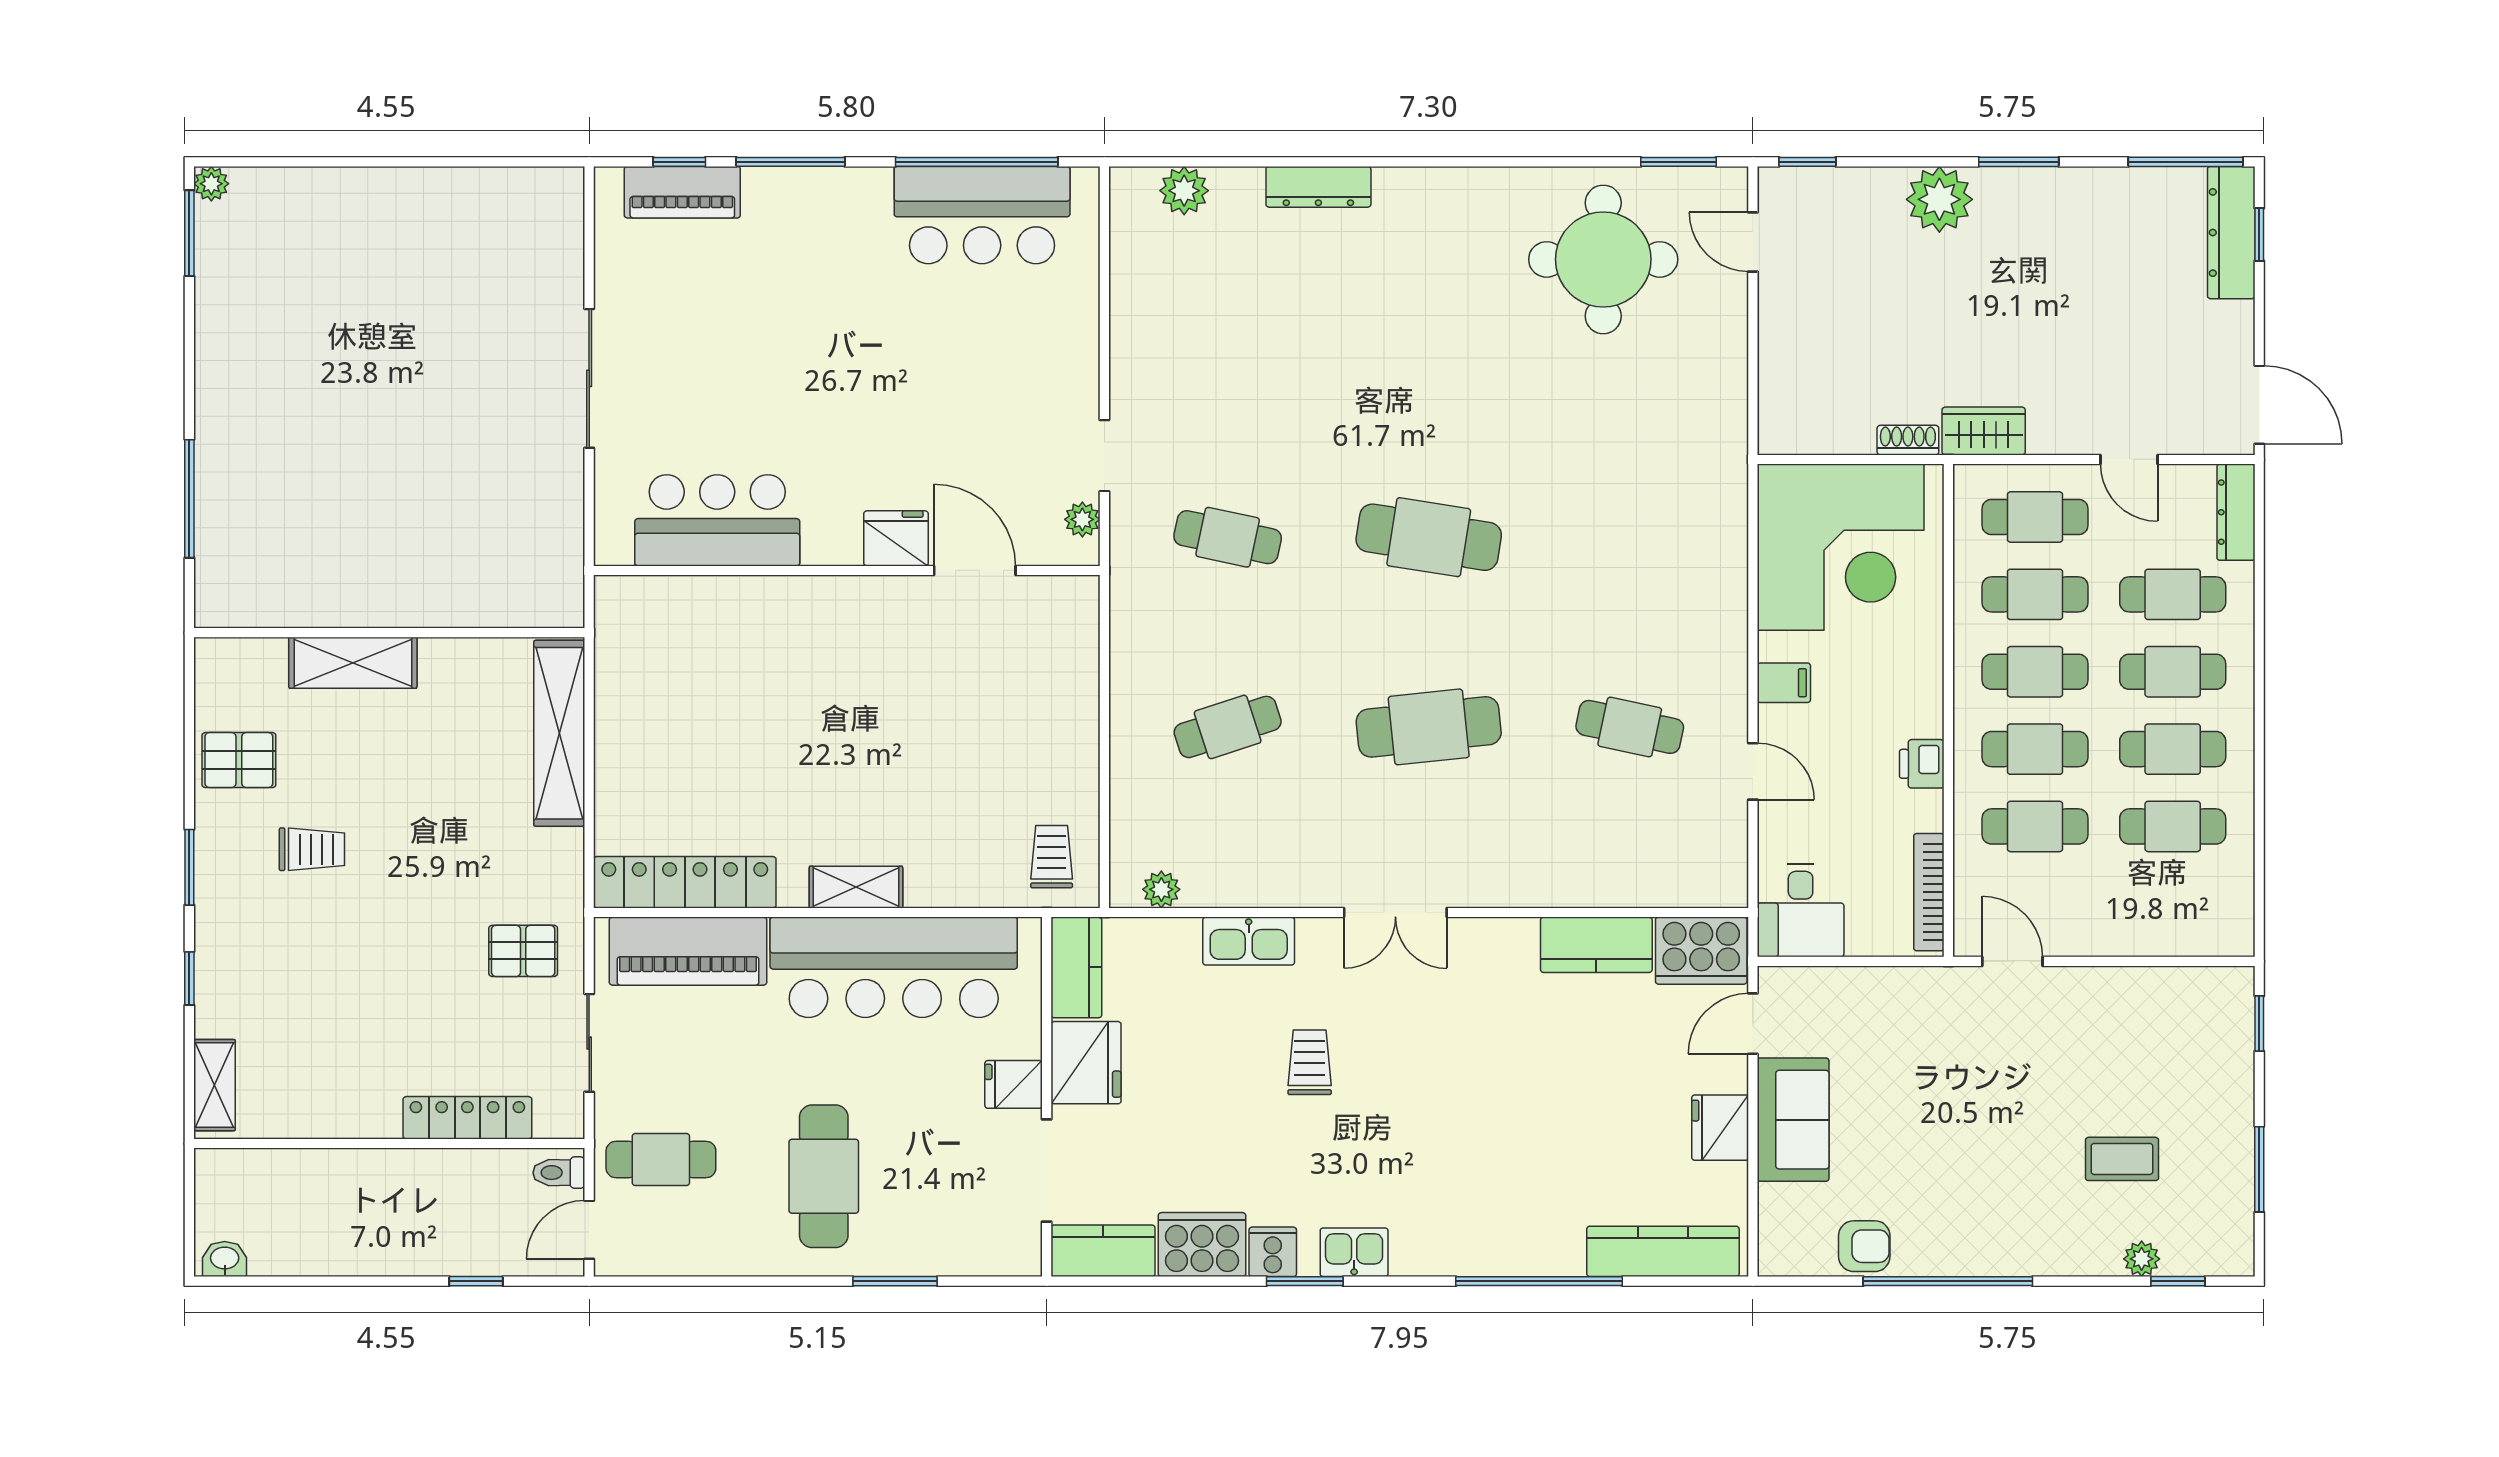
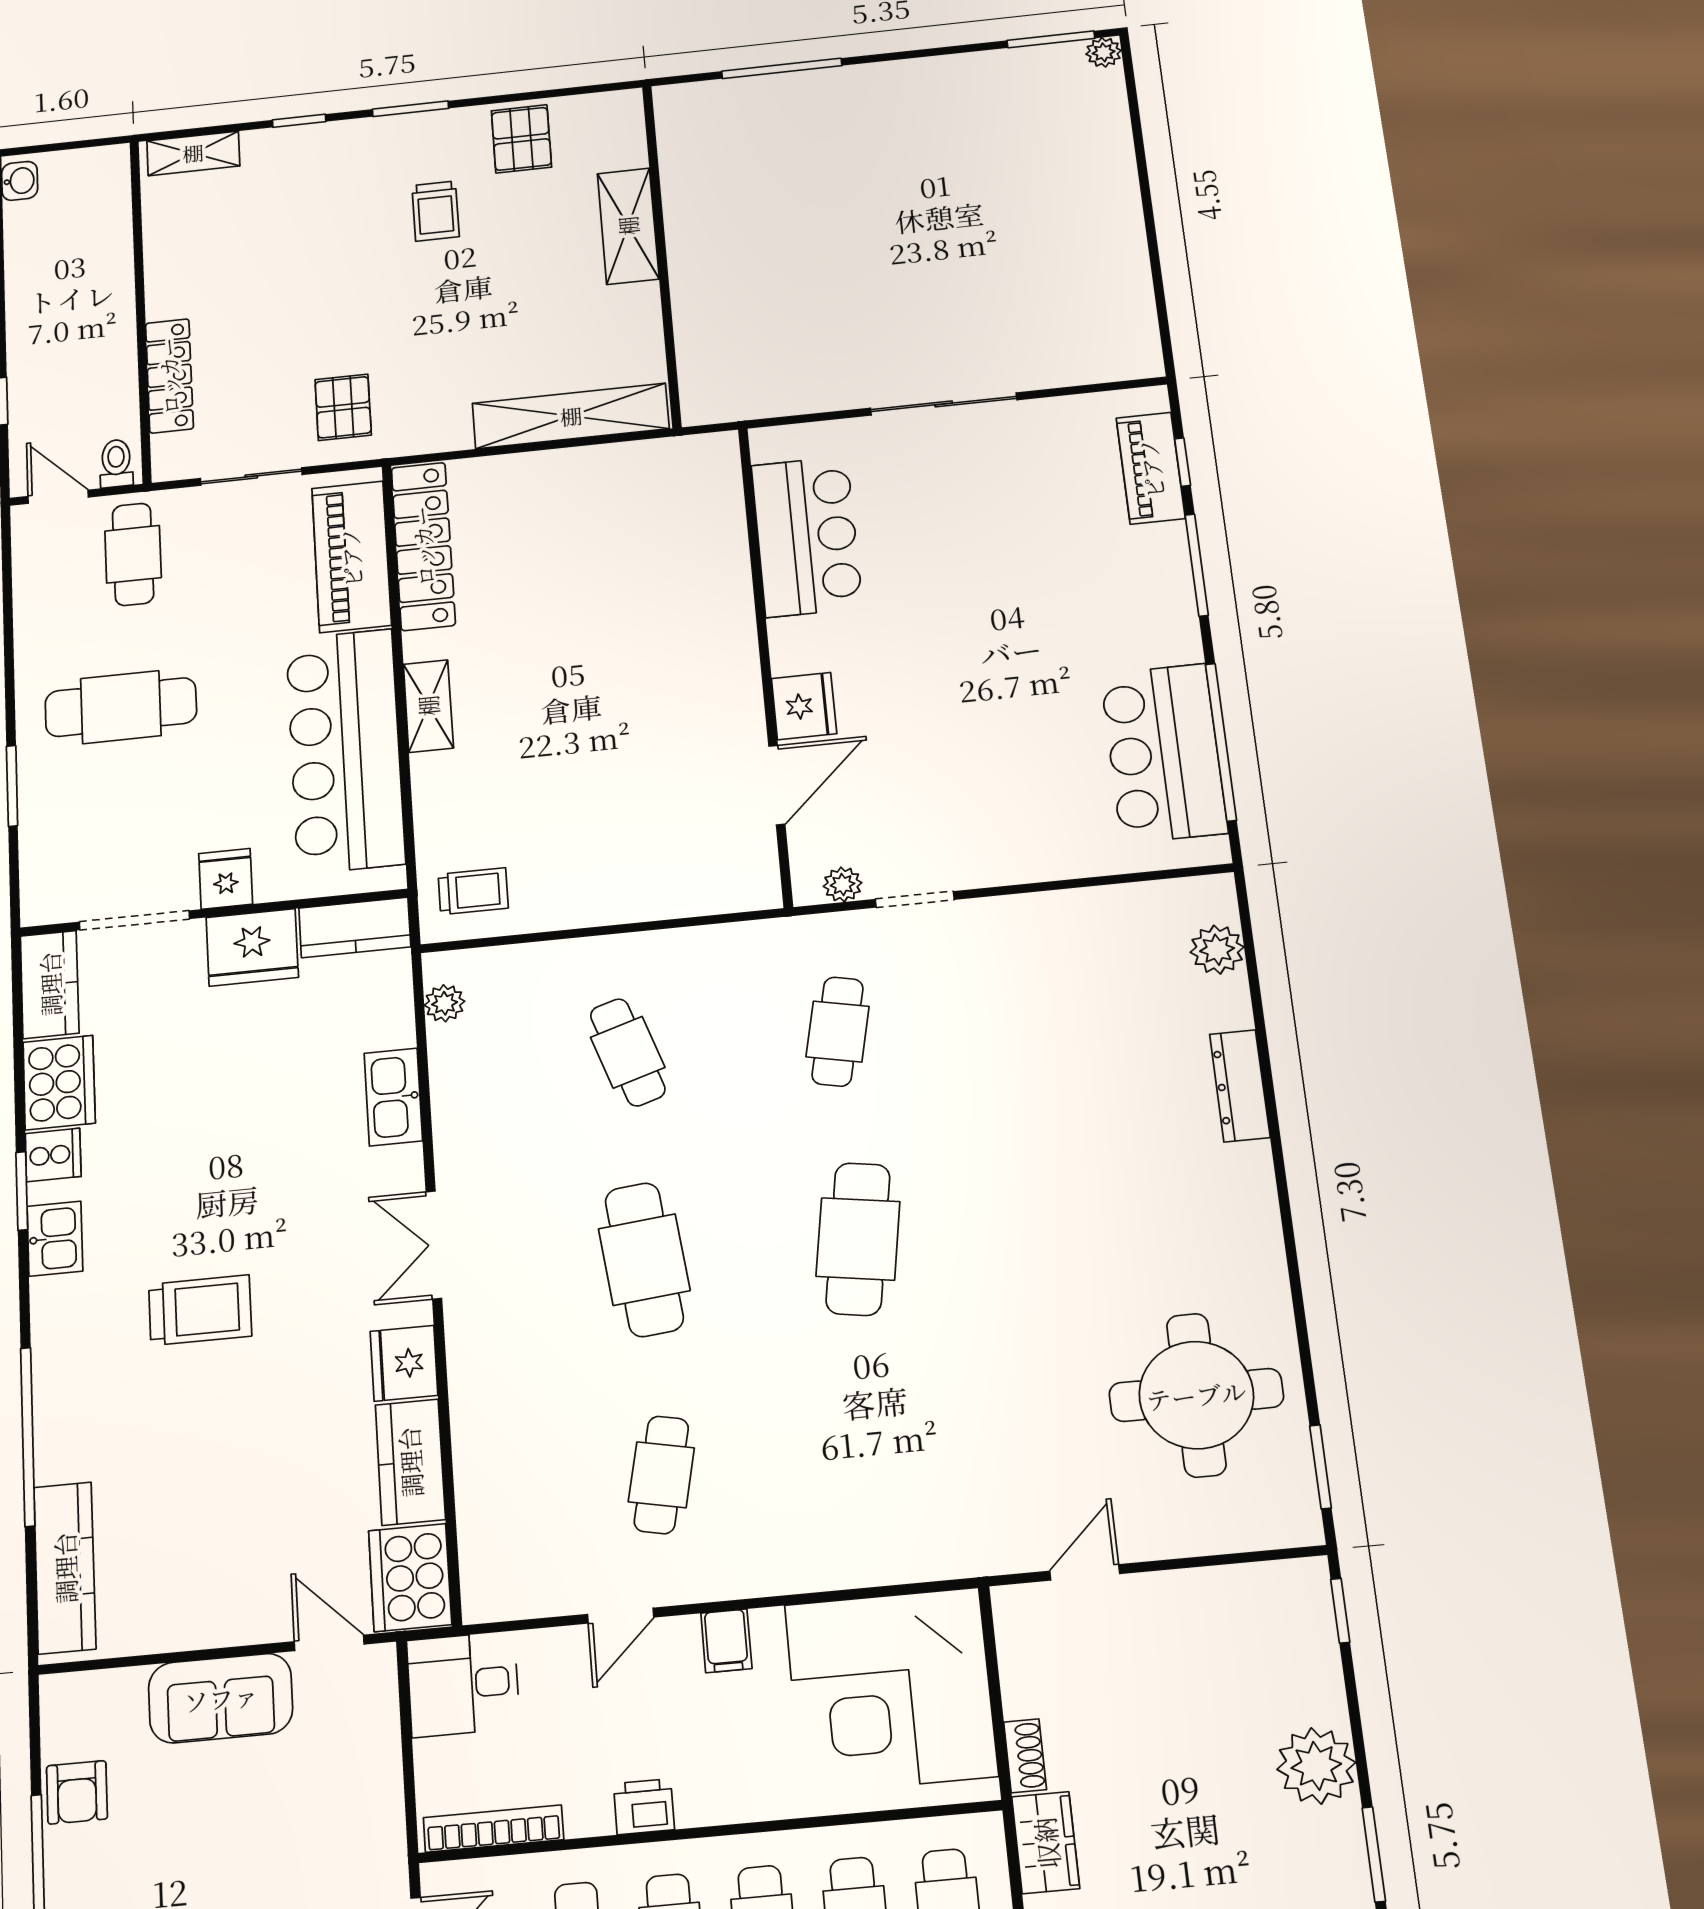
door: (1753, 242) -> (1085, 1572), moved
trolley: (1310, 1062) -> (200, 1310), moved, width x1.36, depth x1.39
fridge: (1720, 1128) -> (404, 1363), moved, turned -90

